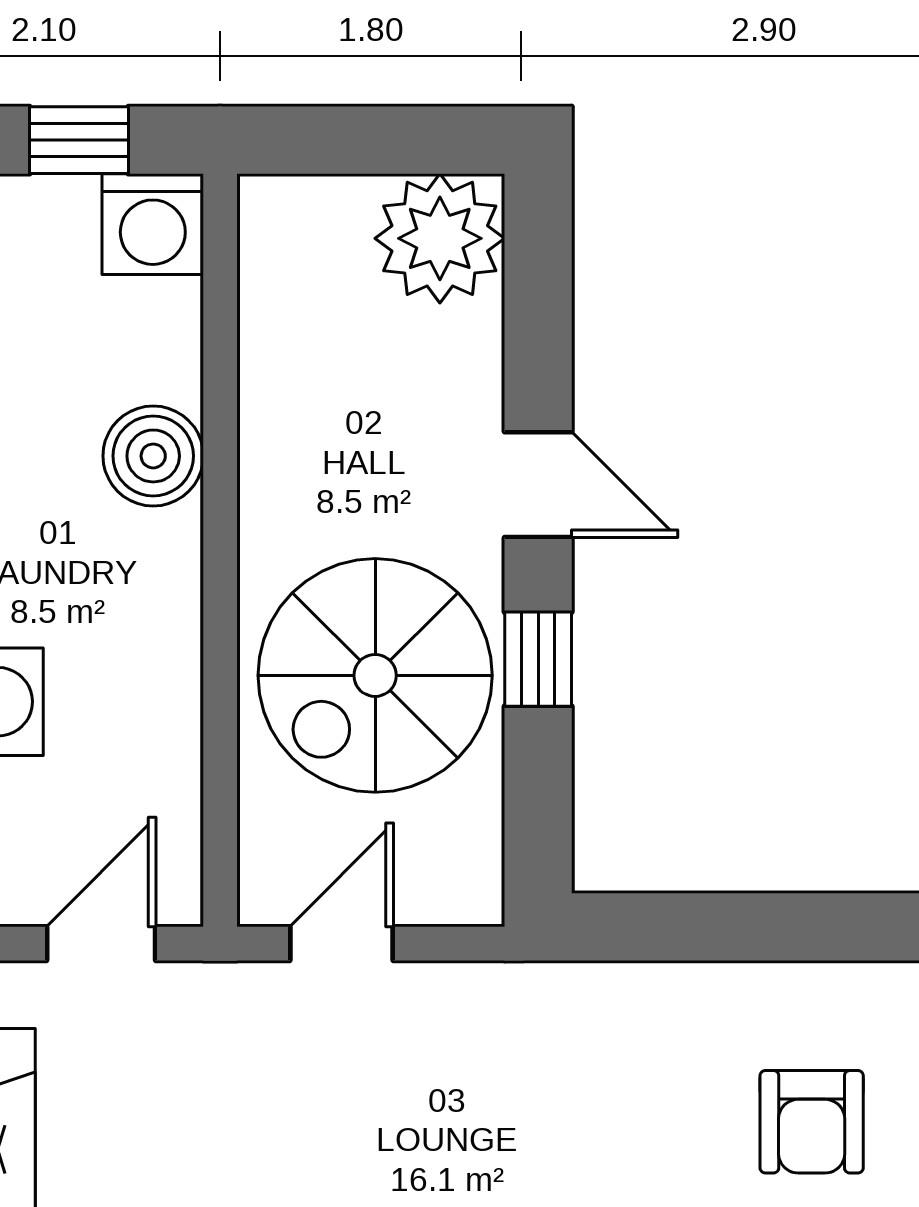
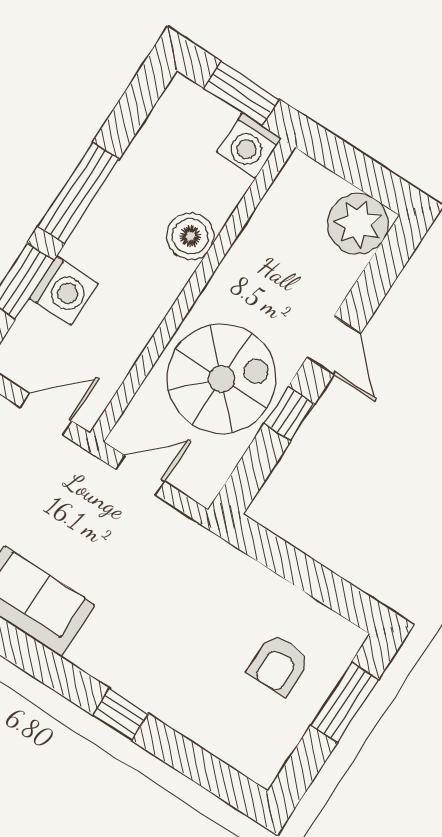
window: (79, 140) -> (242, 94), width x1.50
spiral stairs: (375, 675) -> (221, 379), turned 180

